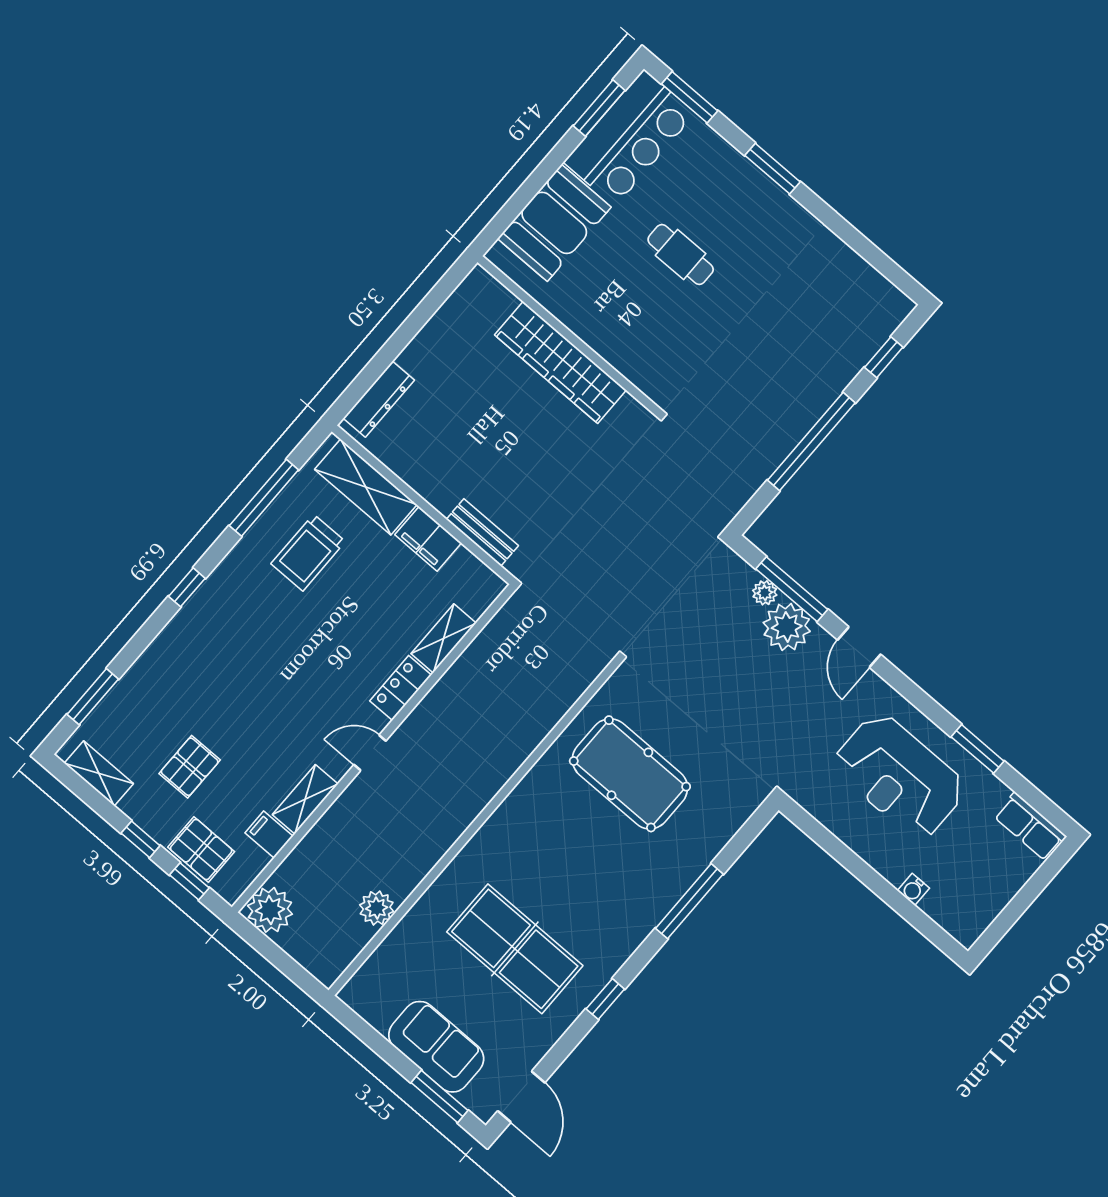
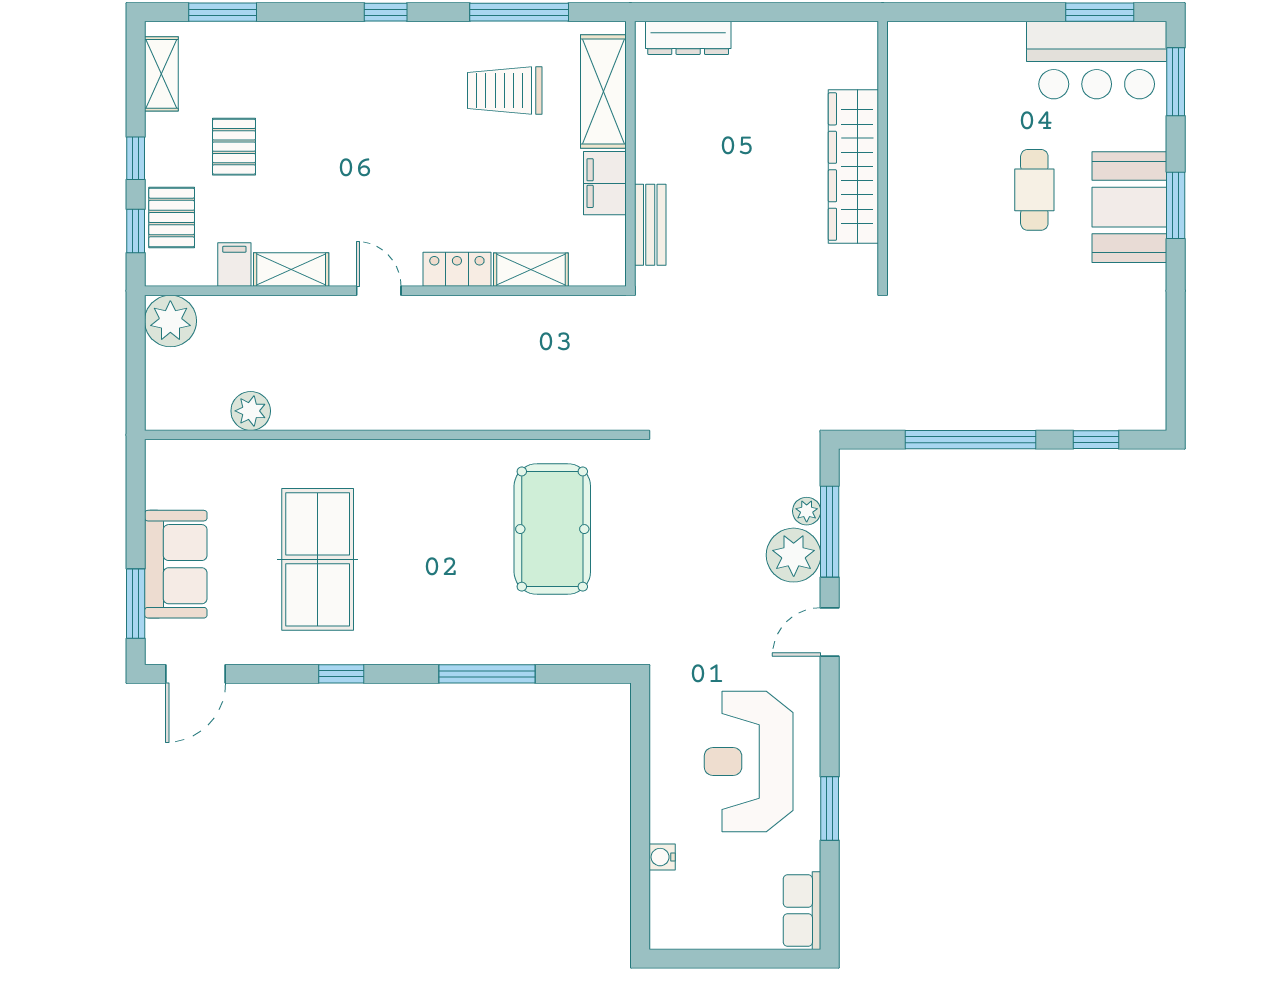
booth: (554, 223) -> (1129, 207), moved, turned 90
pallet: (190, 767) -> (234, 147), turned 90

